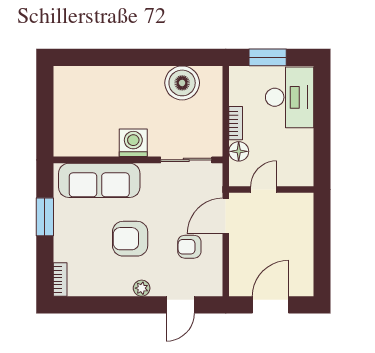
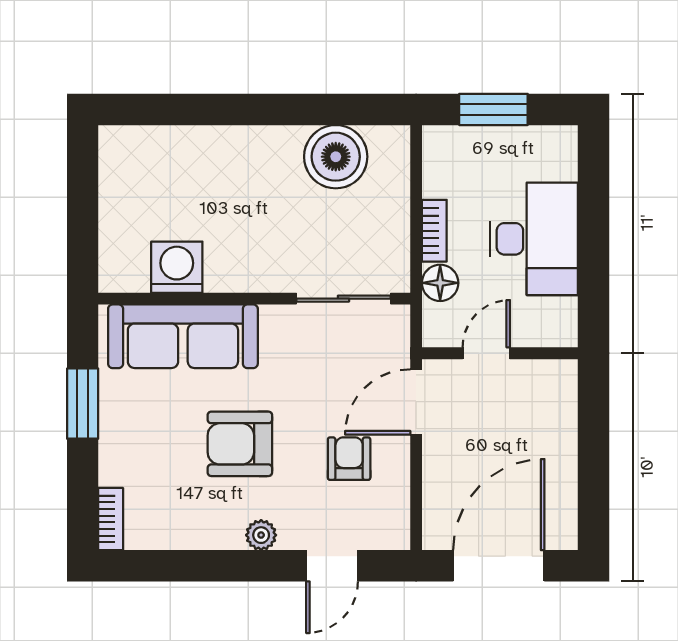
desk: (290, 97) -> (534, 239), moved
washing machine: (133, 143) -> (177, 267), moved
armchair: (189, 247) -> (349, 459), turned 90
door: (271, 305) -> (499, 566), width x1.36

